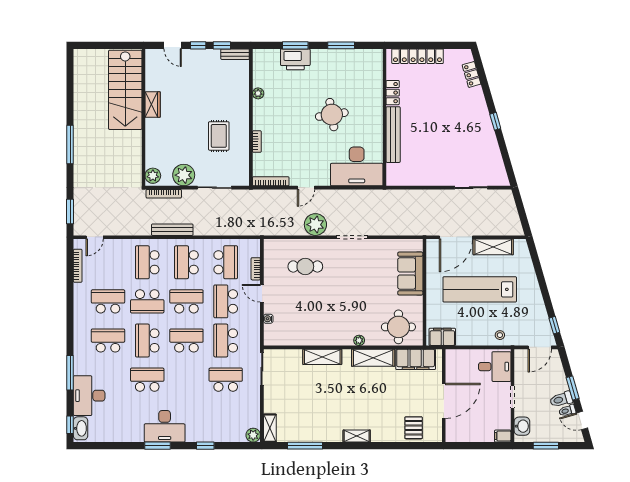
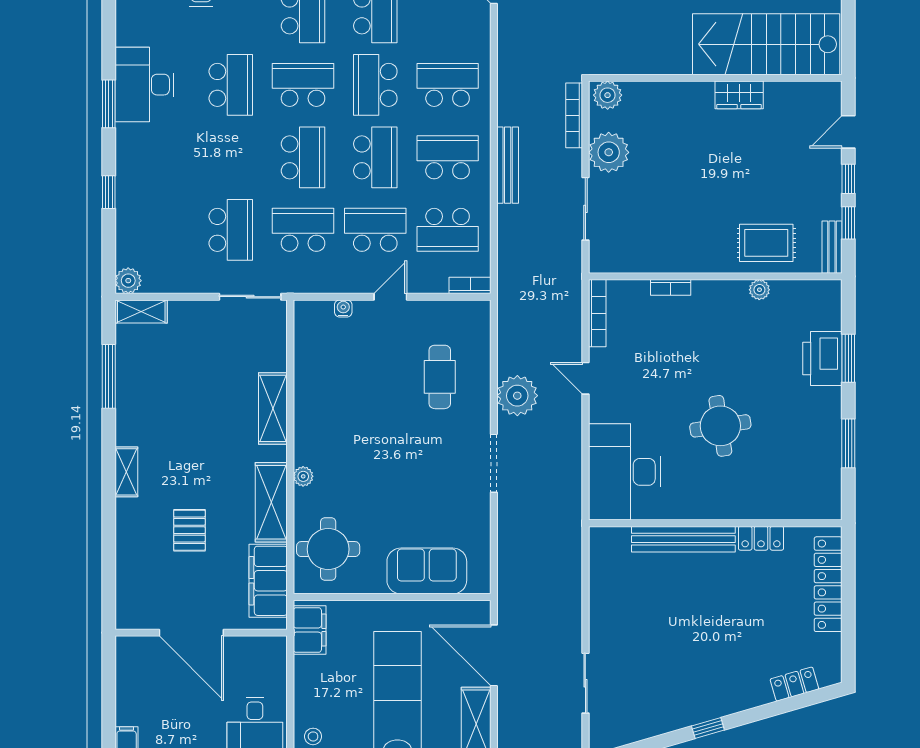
rug: (219, 136) -> (766, 243), moved
bench: (172, 230) -> (508, 165), moved
bookcase: (256, 269) -> (470, 285), moved
desk: (165, 426) -> (145, 85), moved
pallet: (414, 428) -> (189, 530), moved, turned 90

